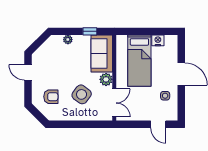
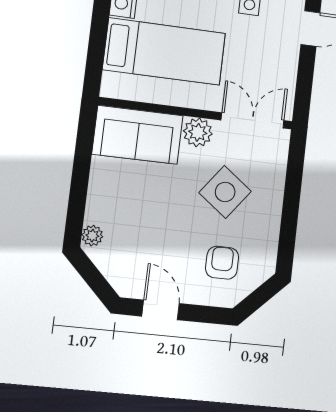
window: (90, 31) -> (83, 156), removed
plant: (68, 40) -> (92, 236), moved
door: (28, 72) -> (161, 310), swing flipped

